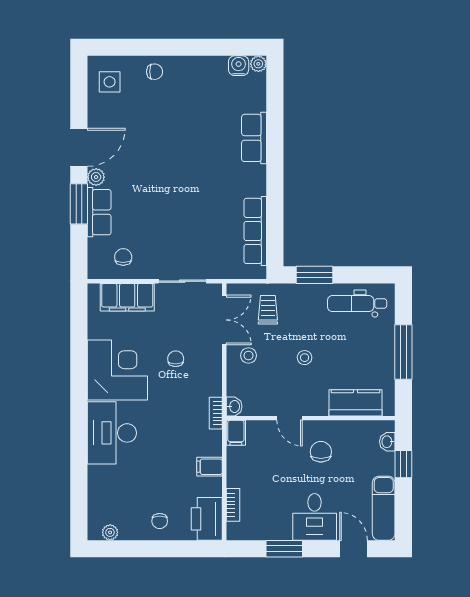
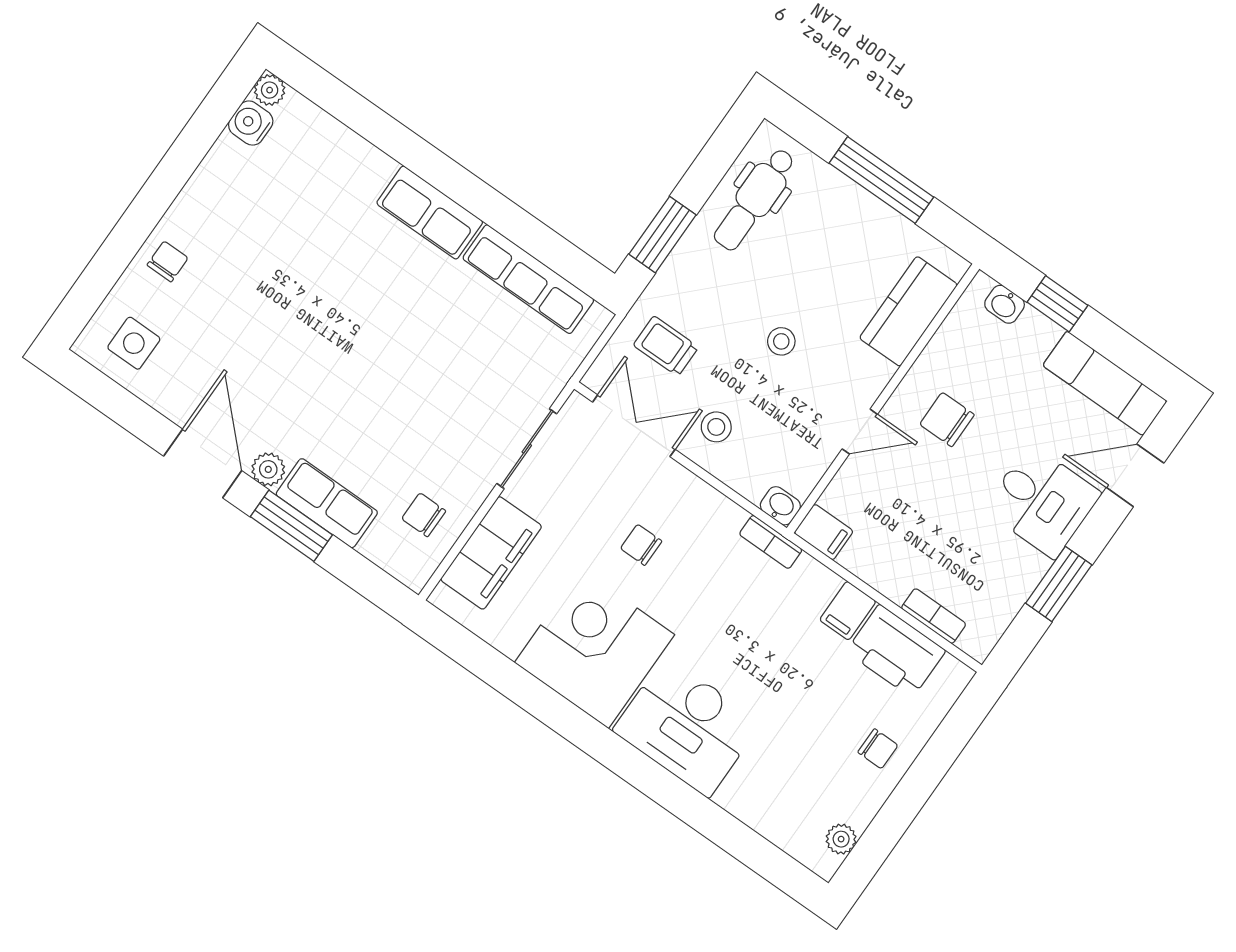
row of seats: (254, 138) -> (430, 212), moved
printer: (207, 519) -> (896, 651), moved

